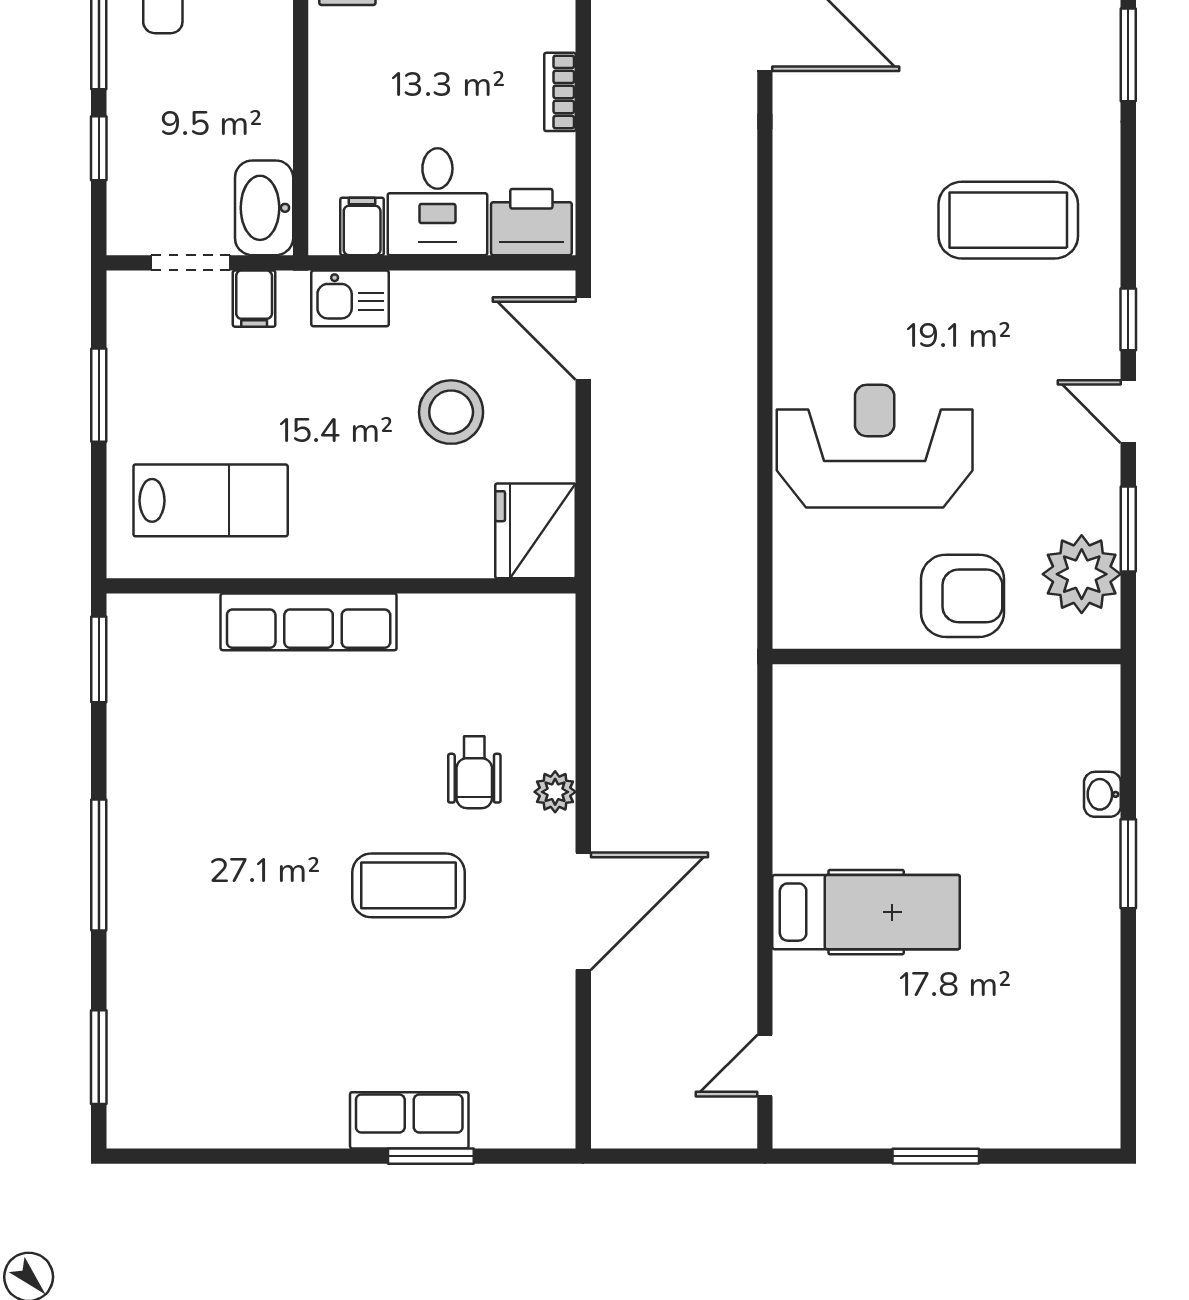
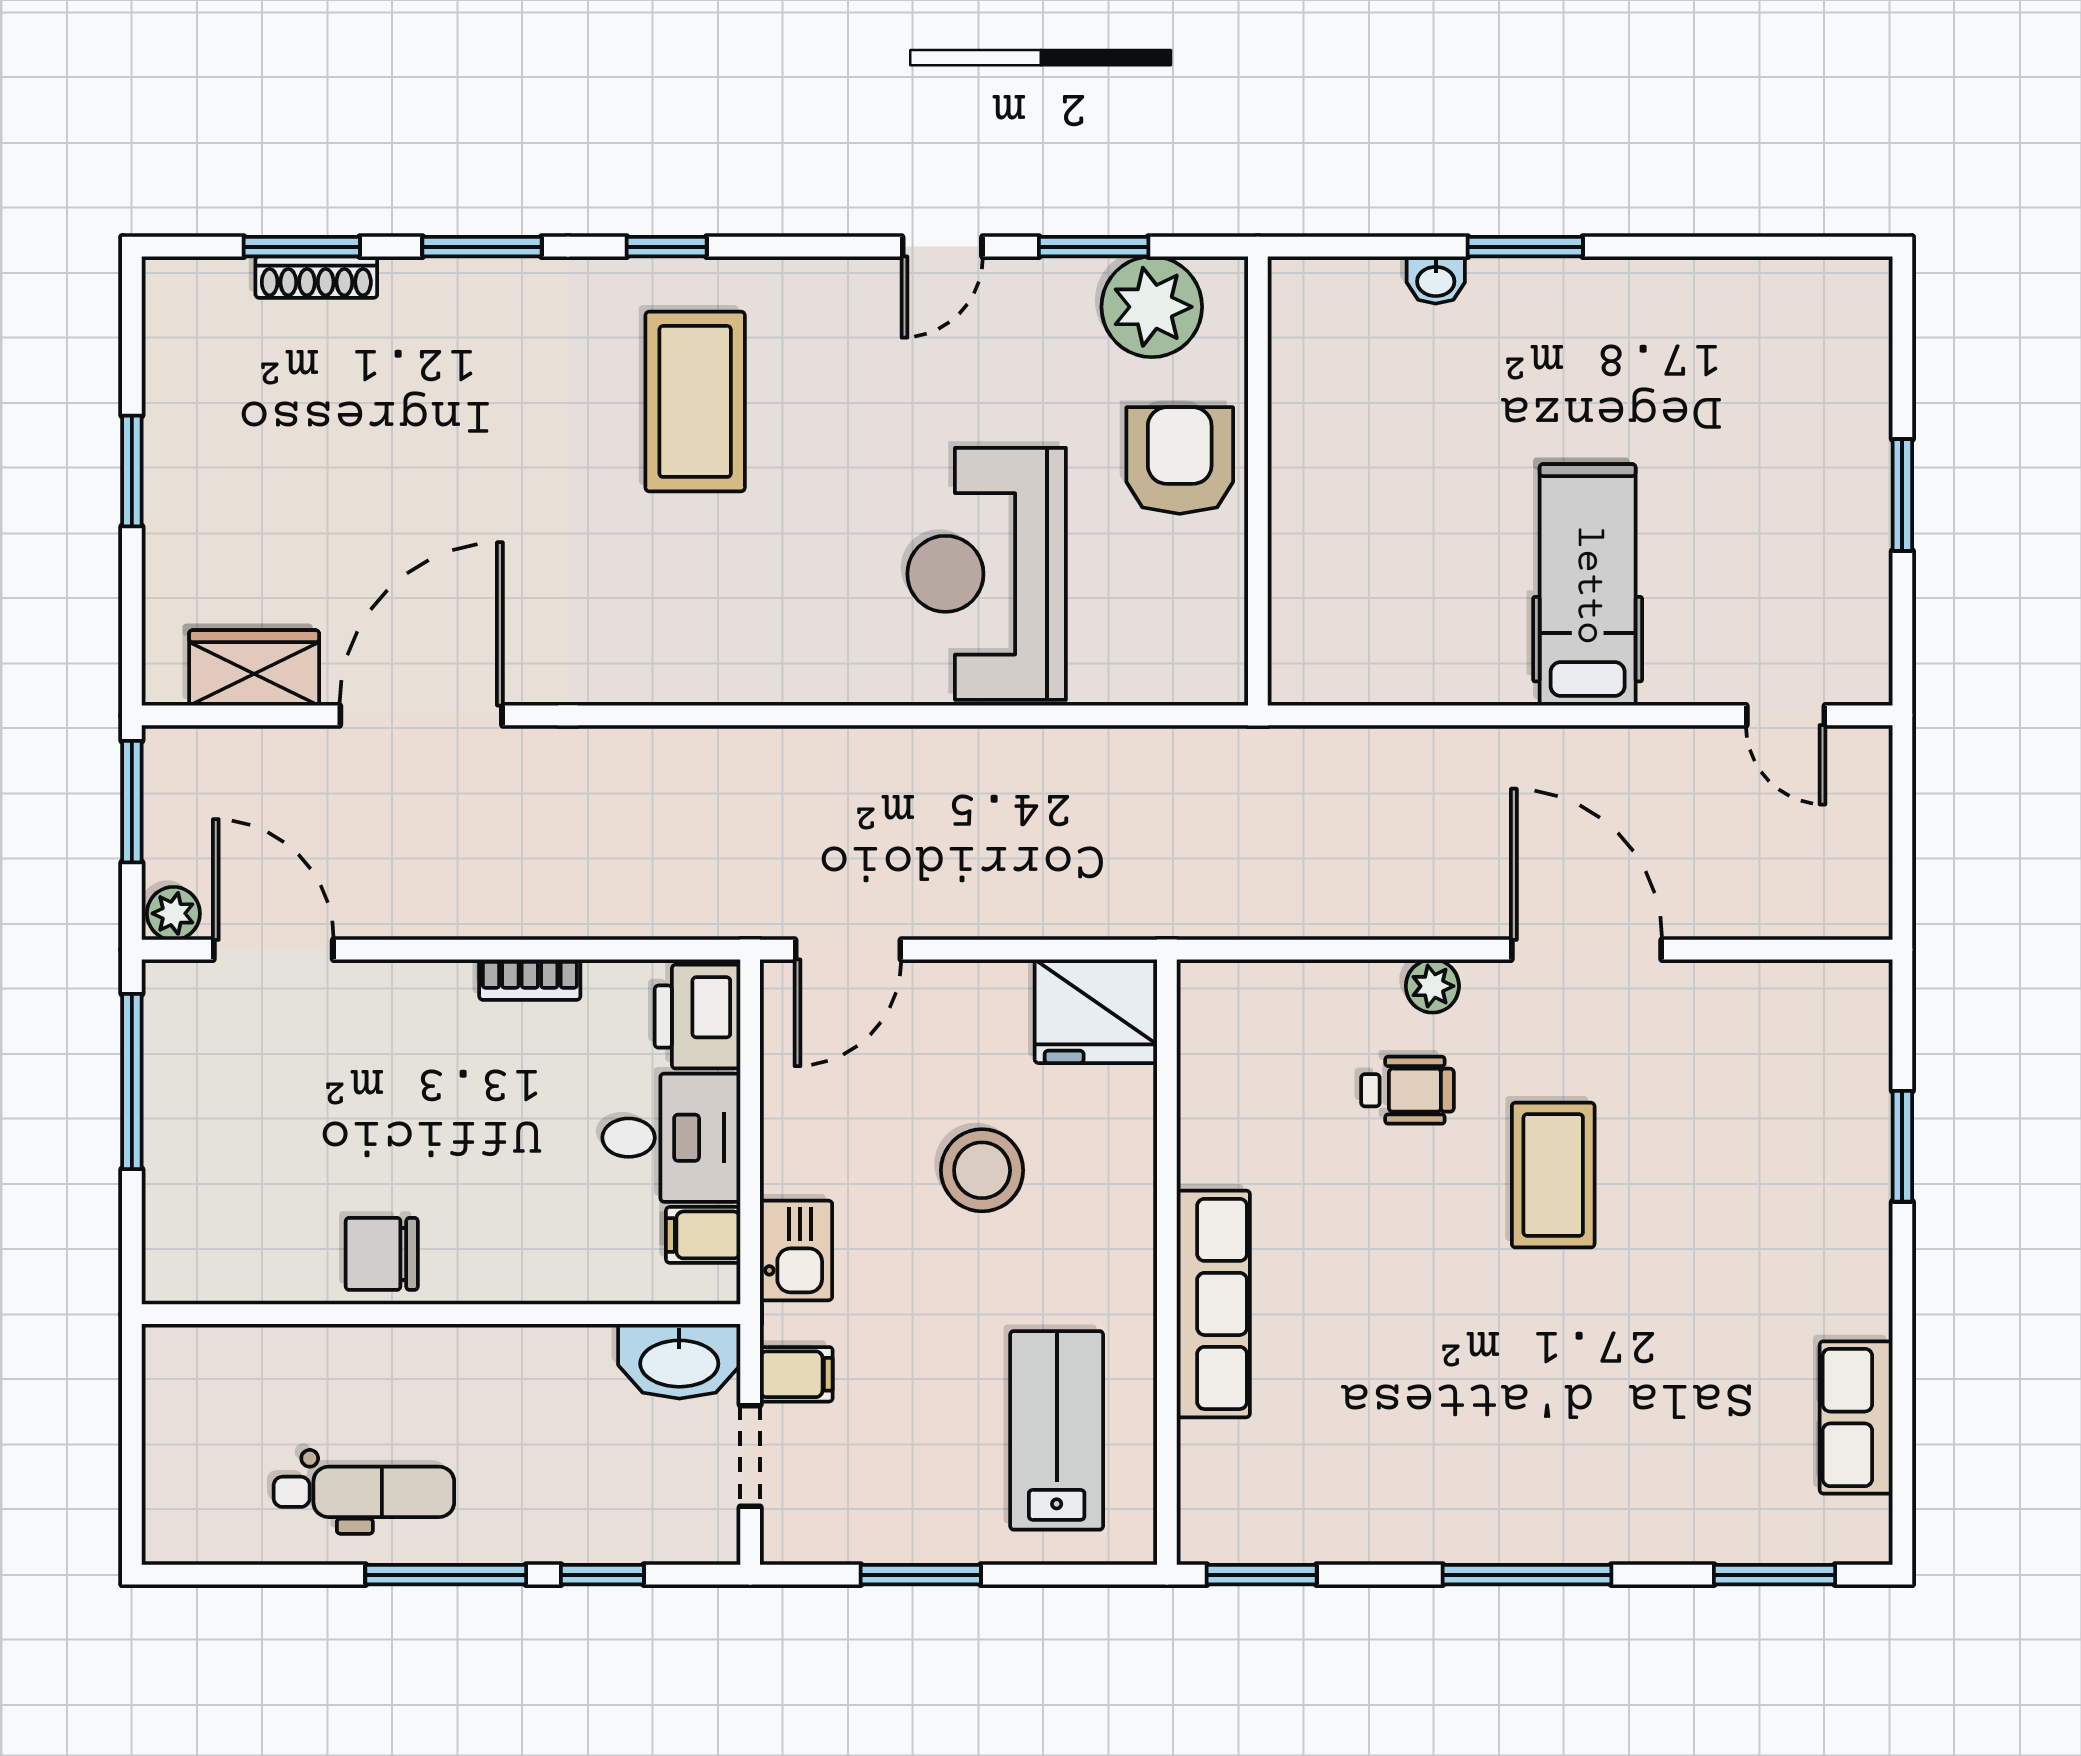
window: (1128, 319) -> (667, 247), moved
stool: (451, 412) -> (982, 1170), moved
row of seats: (409, 1120) -> (1856, 1417), moved

